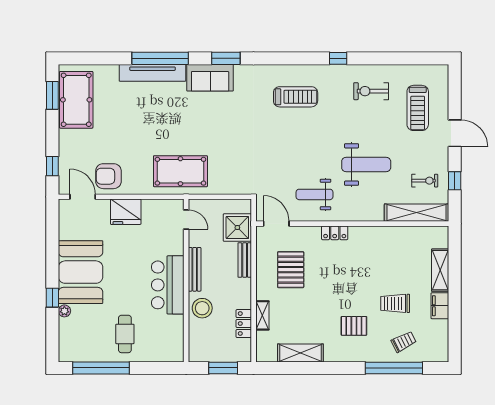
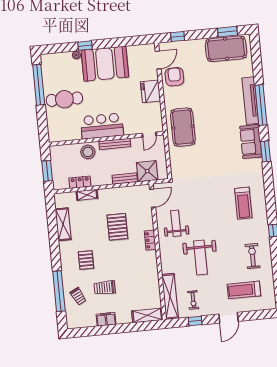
pallet: (291, 270) -> (117, 227), moved, turned 90
shelving: (440, 270) -> (147, 315), moved
trolley: (395, 303) -> (105, 288), turned -90
cafe table: (125, 334) -> (64, 99), width x1.37, depth x1.35

